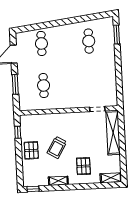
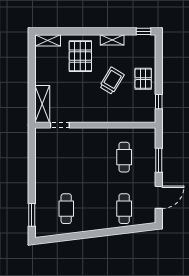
shelving: (113, 133) -> (42, 104), width x0.68
pallet: (83, 166) -> (80, 56), width x1.50, depth x1.42

